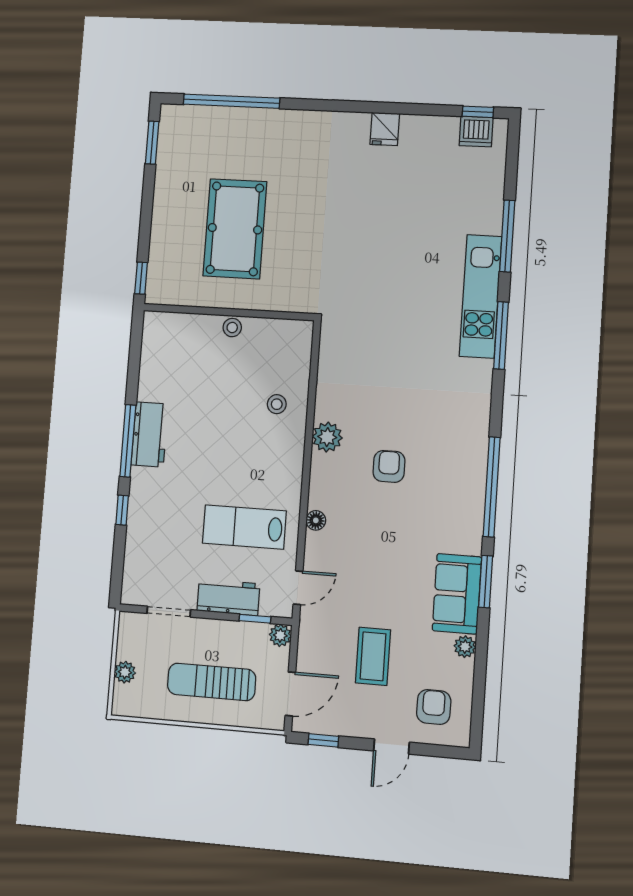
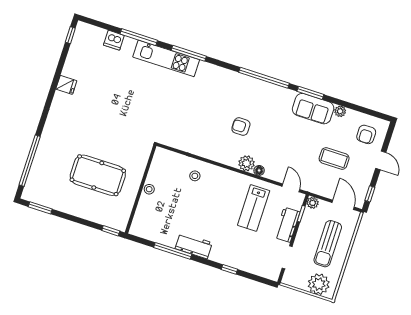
dishwasher: (476, 132) -> (114, 40), moved, turned 90
plant: (327, 437) -> (246, 163), moved
window: (128, 441) -> (173, 251), moved
plant: (125, 672) -> (319, 284), width x1.88, depth x1.88
armchair: (434, 707) -> (366, 134), turned -90

